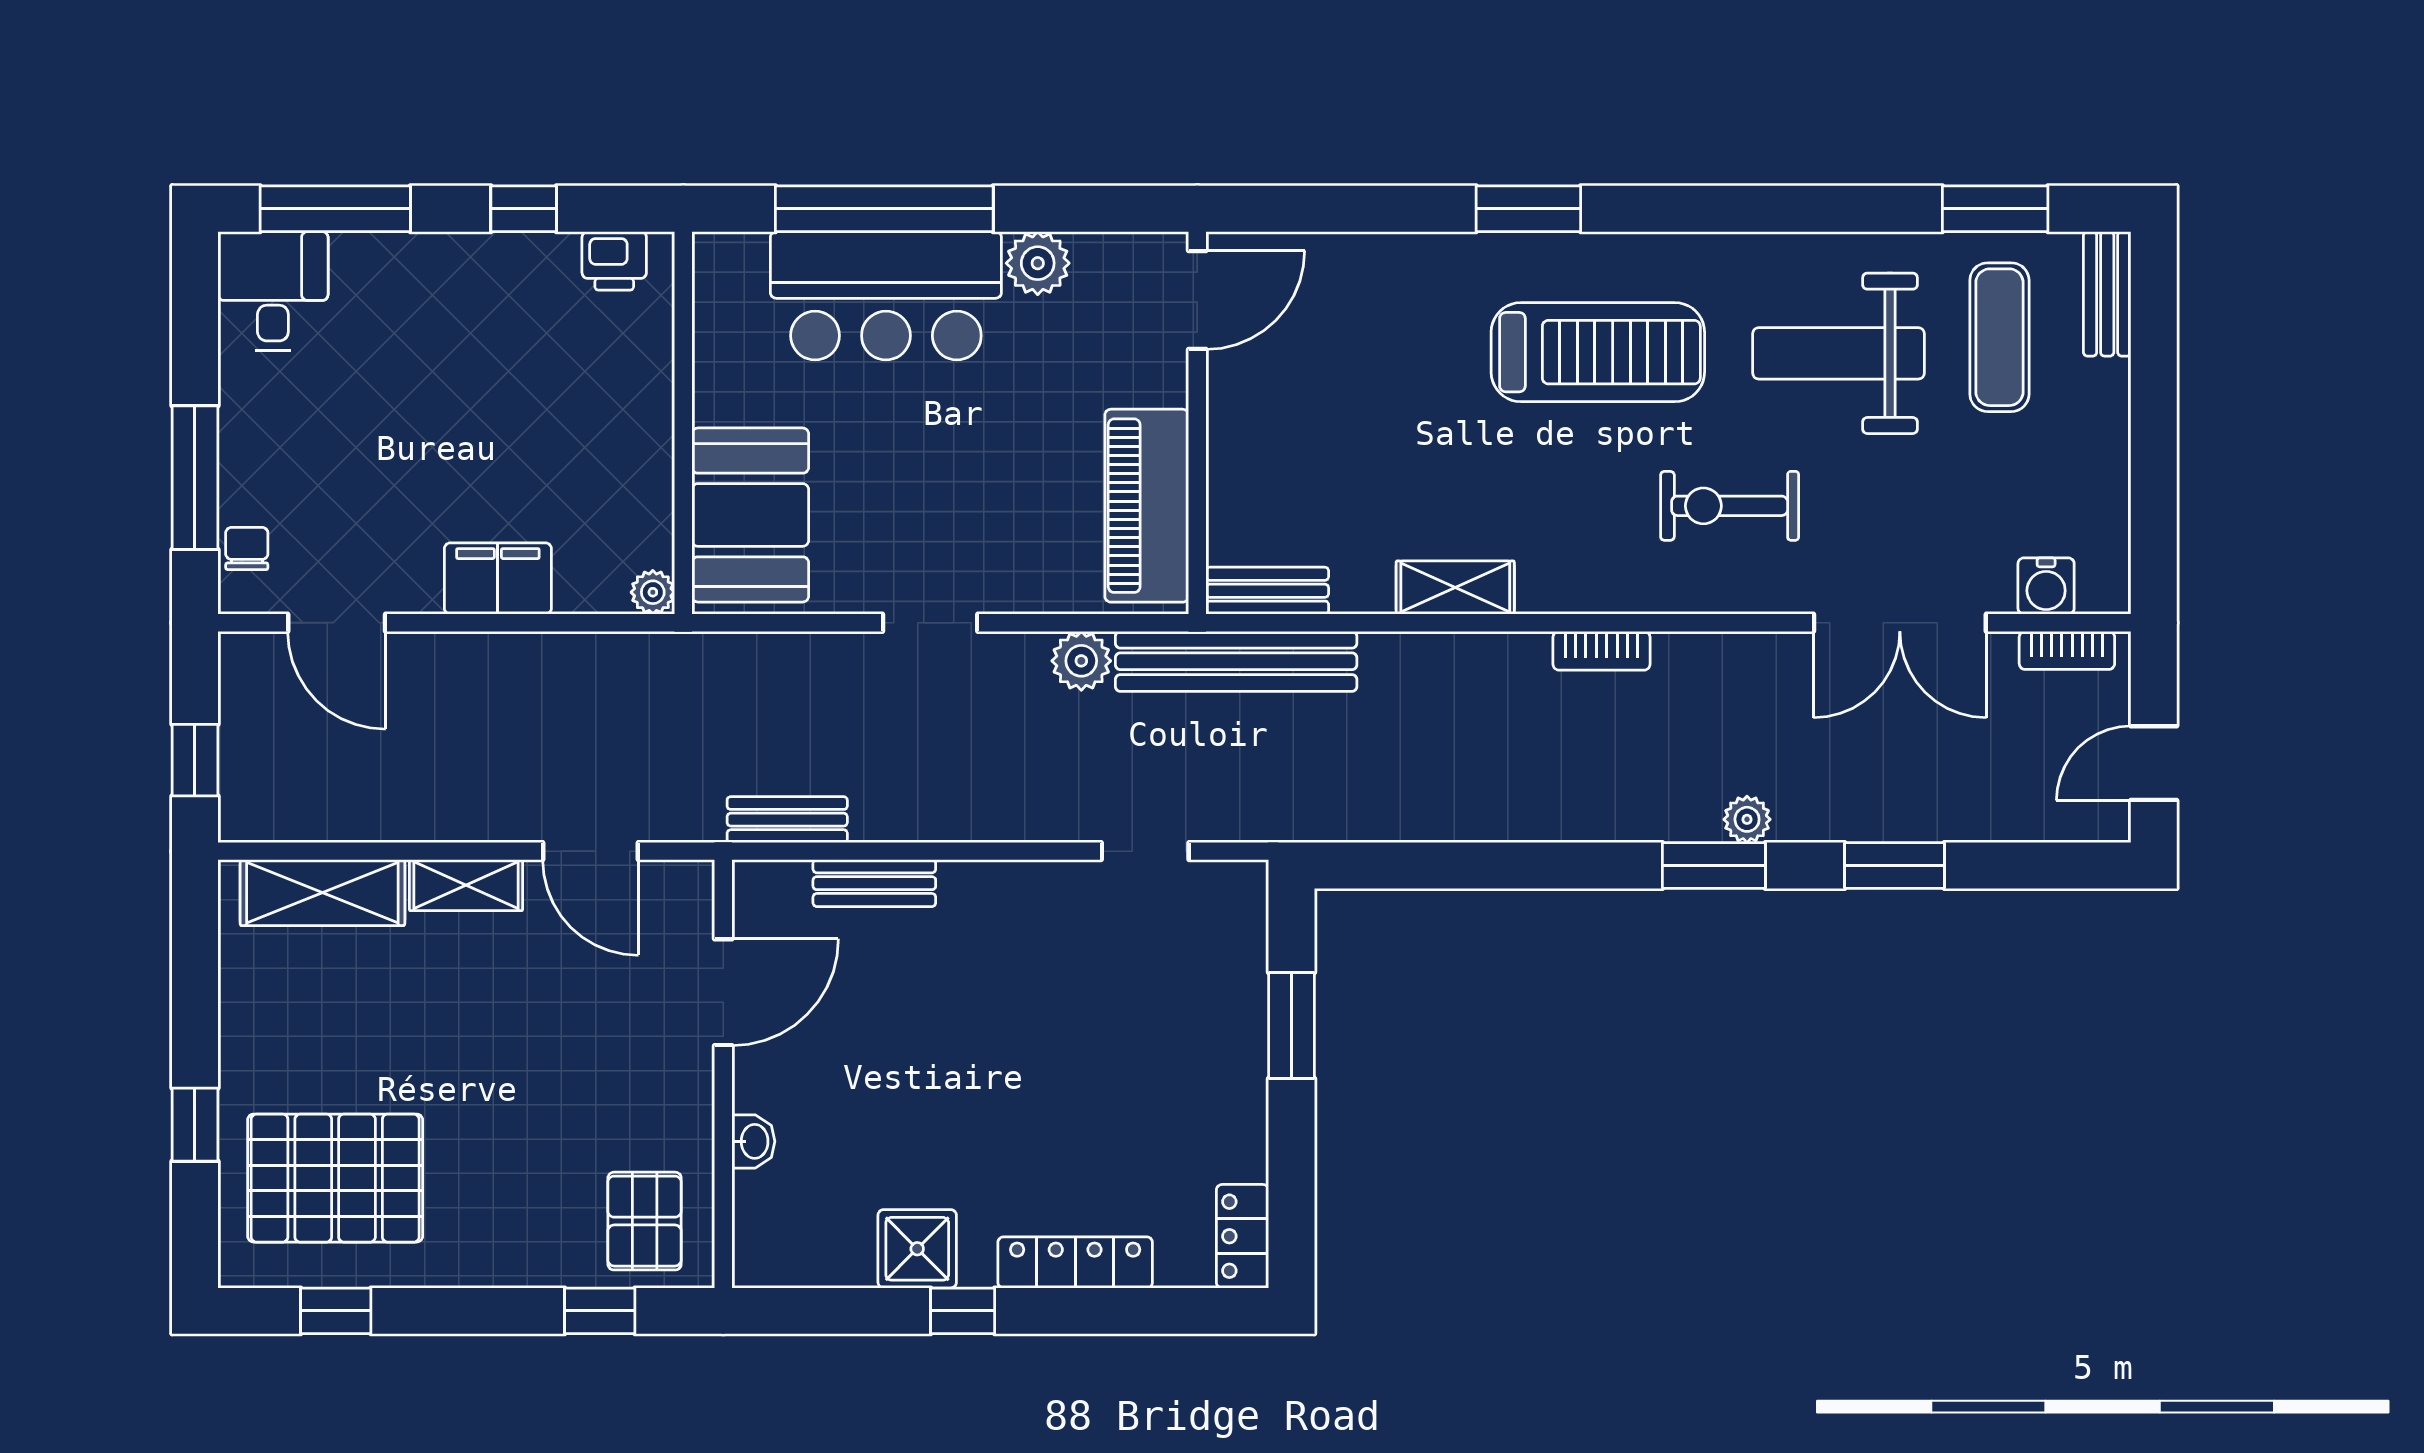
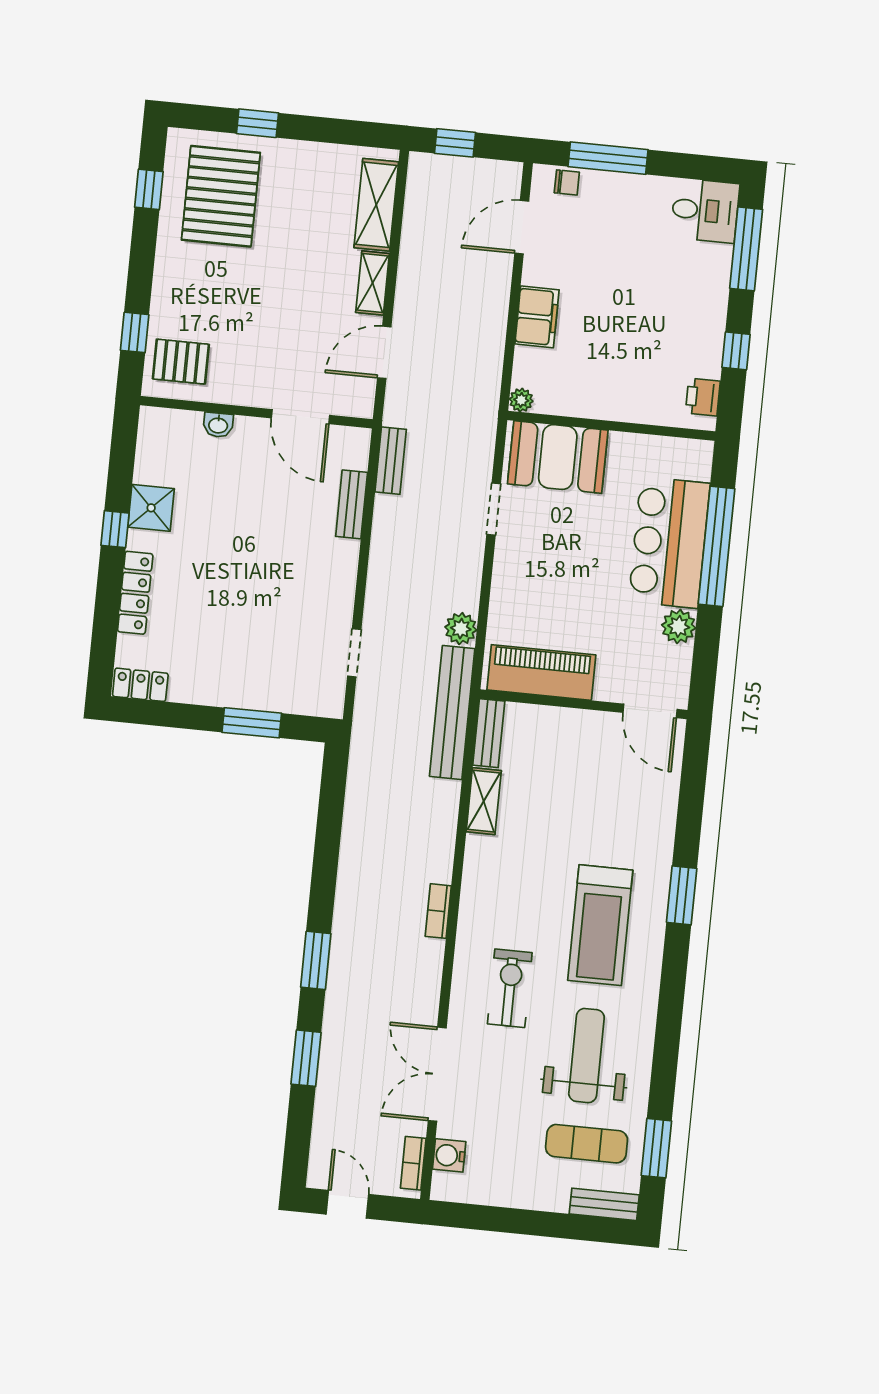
shelving: (1455, 588) -> (484, 801), moved
doorway: (930, 623) -> (494, 509), moved
plant: (1747, 819) -> (339, 981), removed

